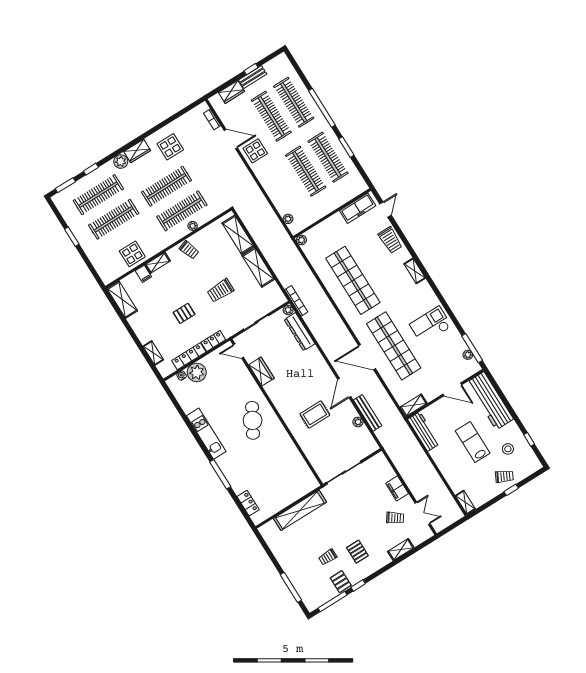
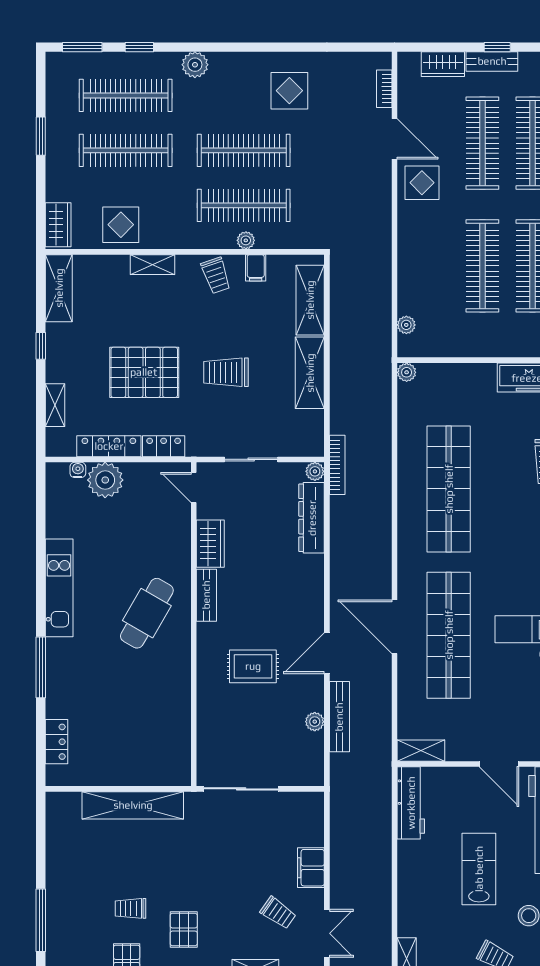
wardrobe: (137, 151) -> (58, 225), moved, turned -90
filing cabinet: (143, 274) -> (256, 268), moved
pallet: (184, 313) -> (144, 372), width x2.05, depth x2.00
window: (130, 330) -> (41, 346), added
bench: (274, 396) -> (206, 595), added

